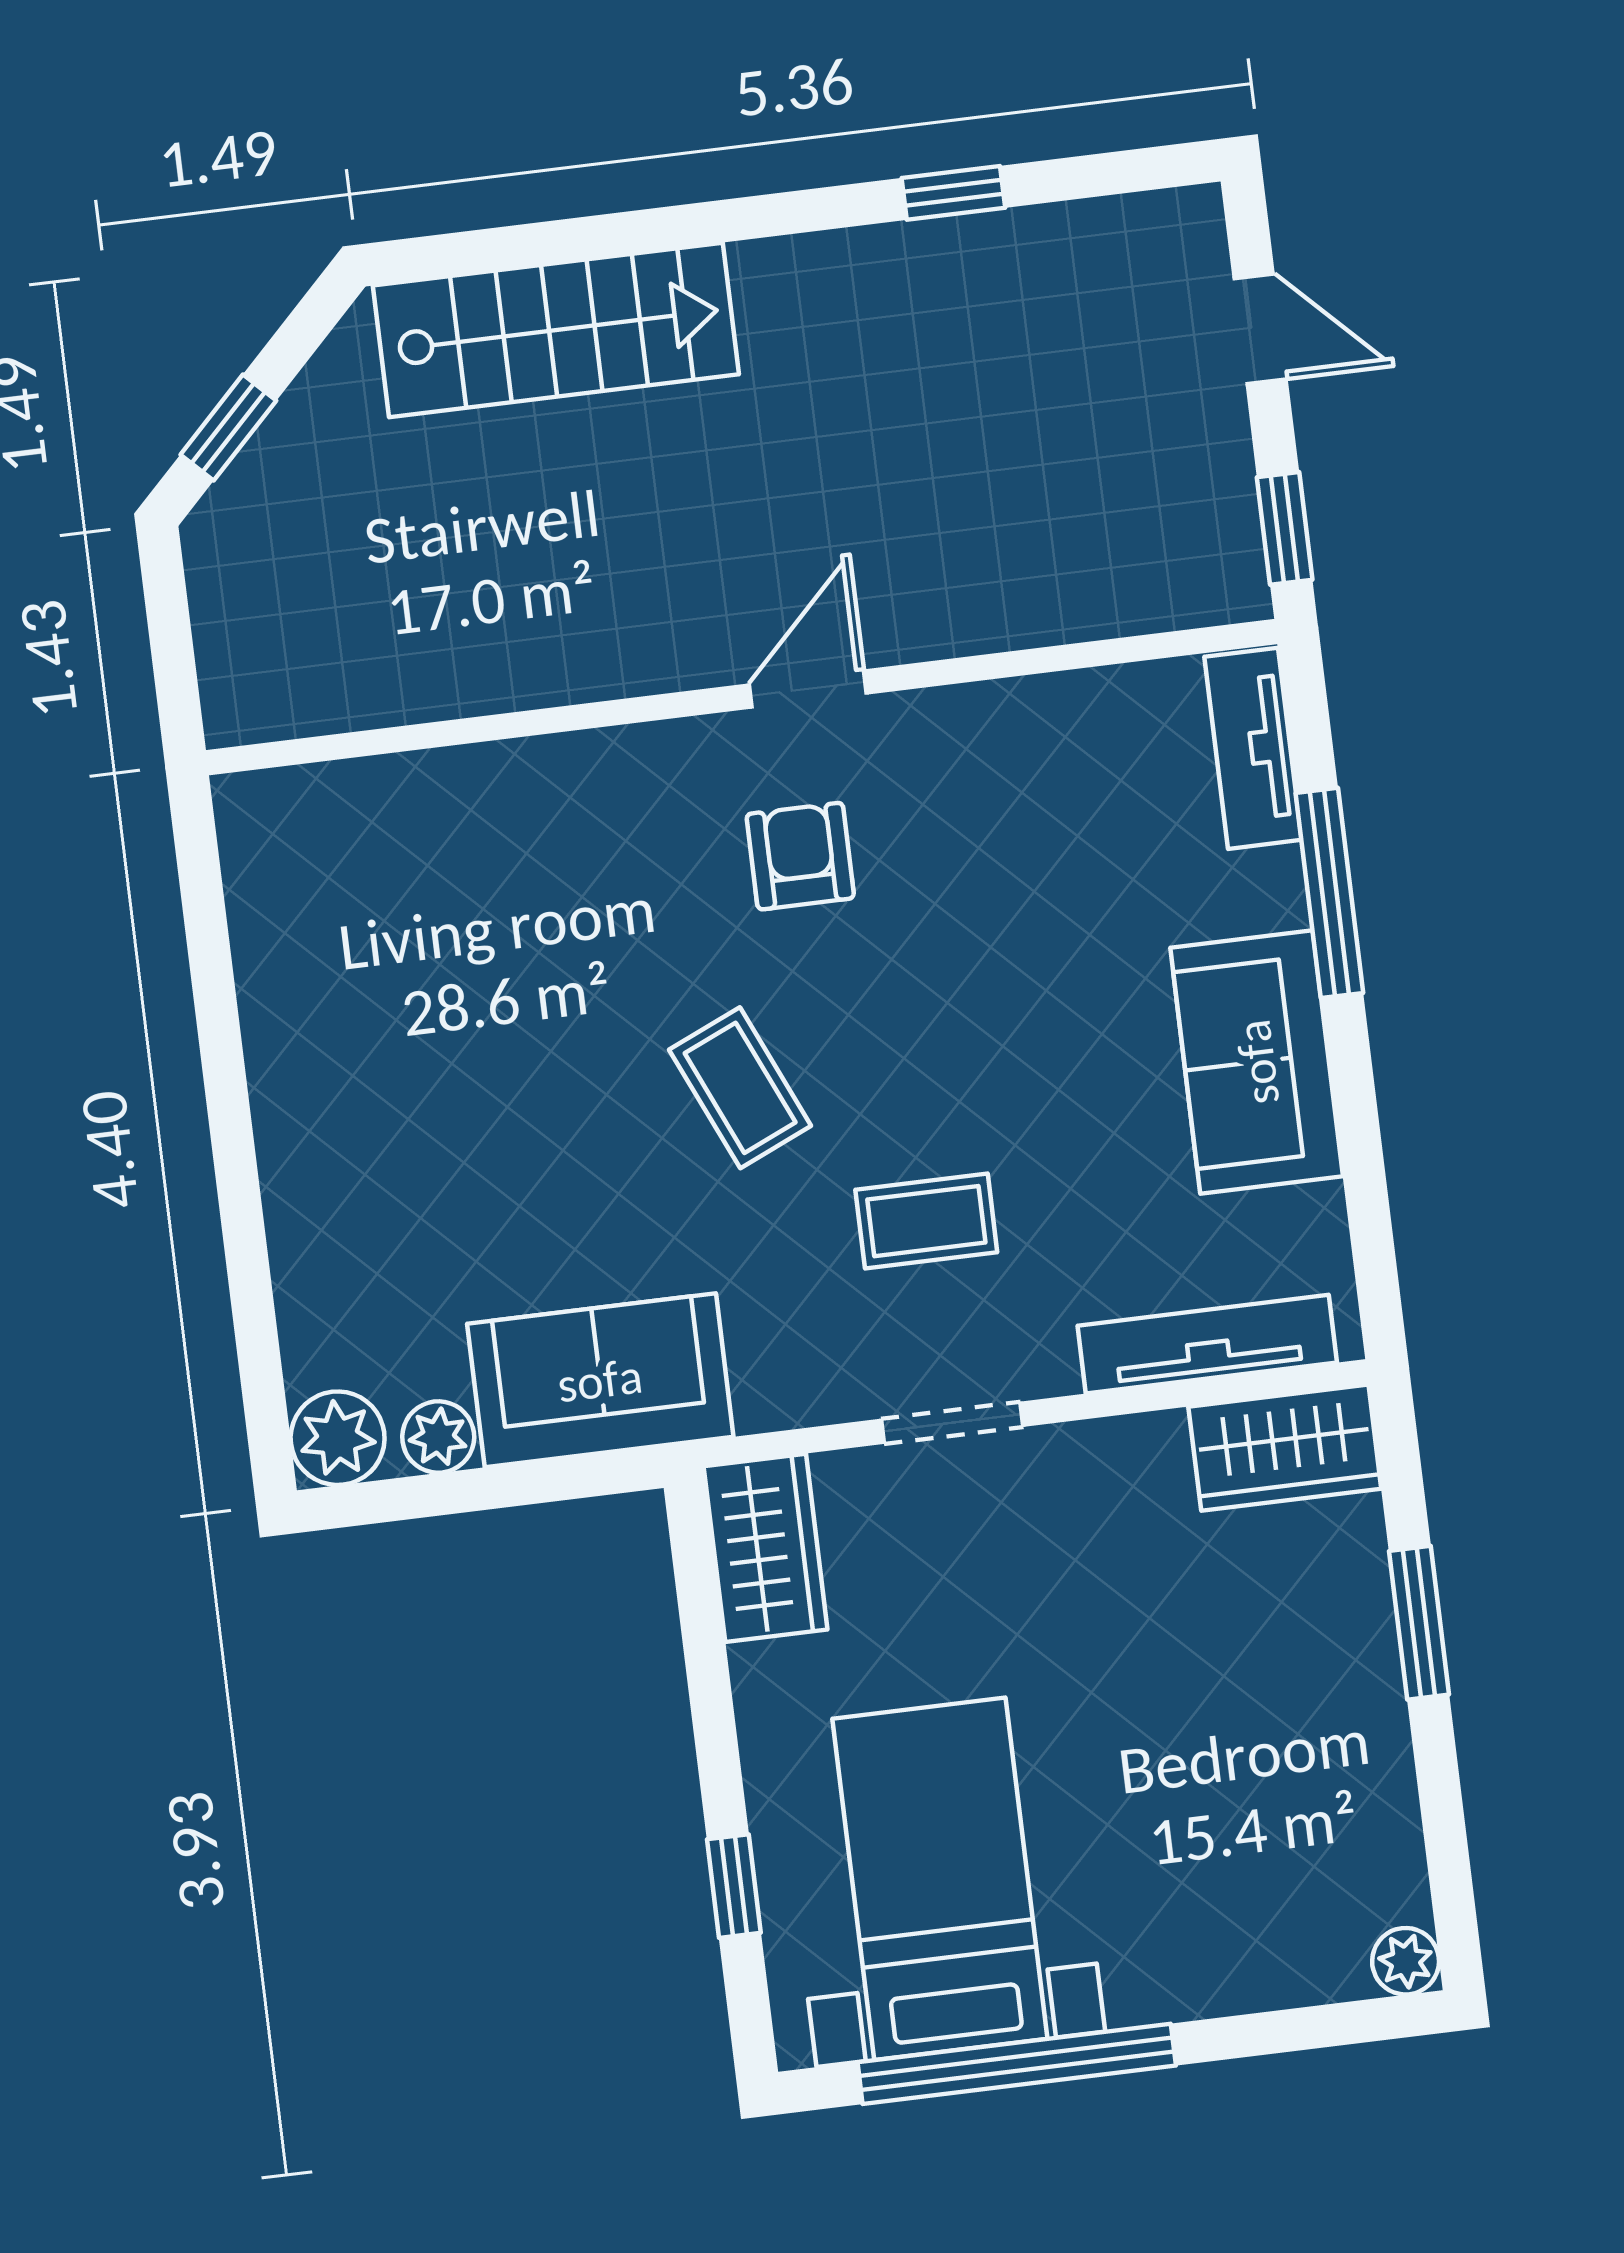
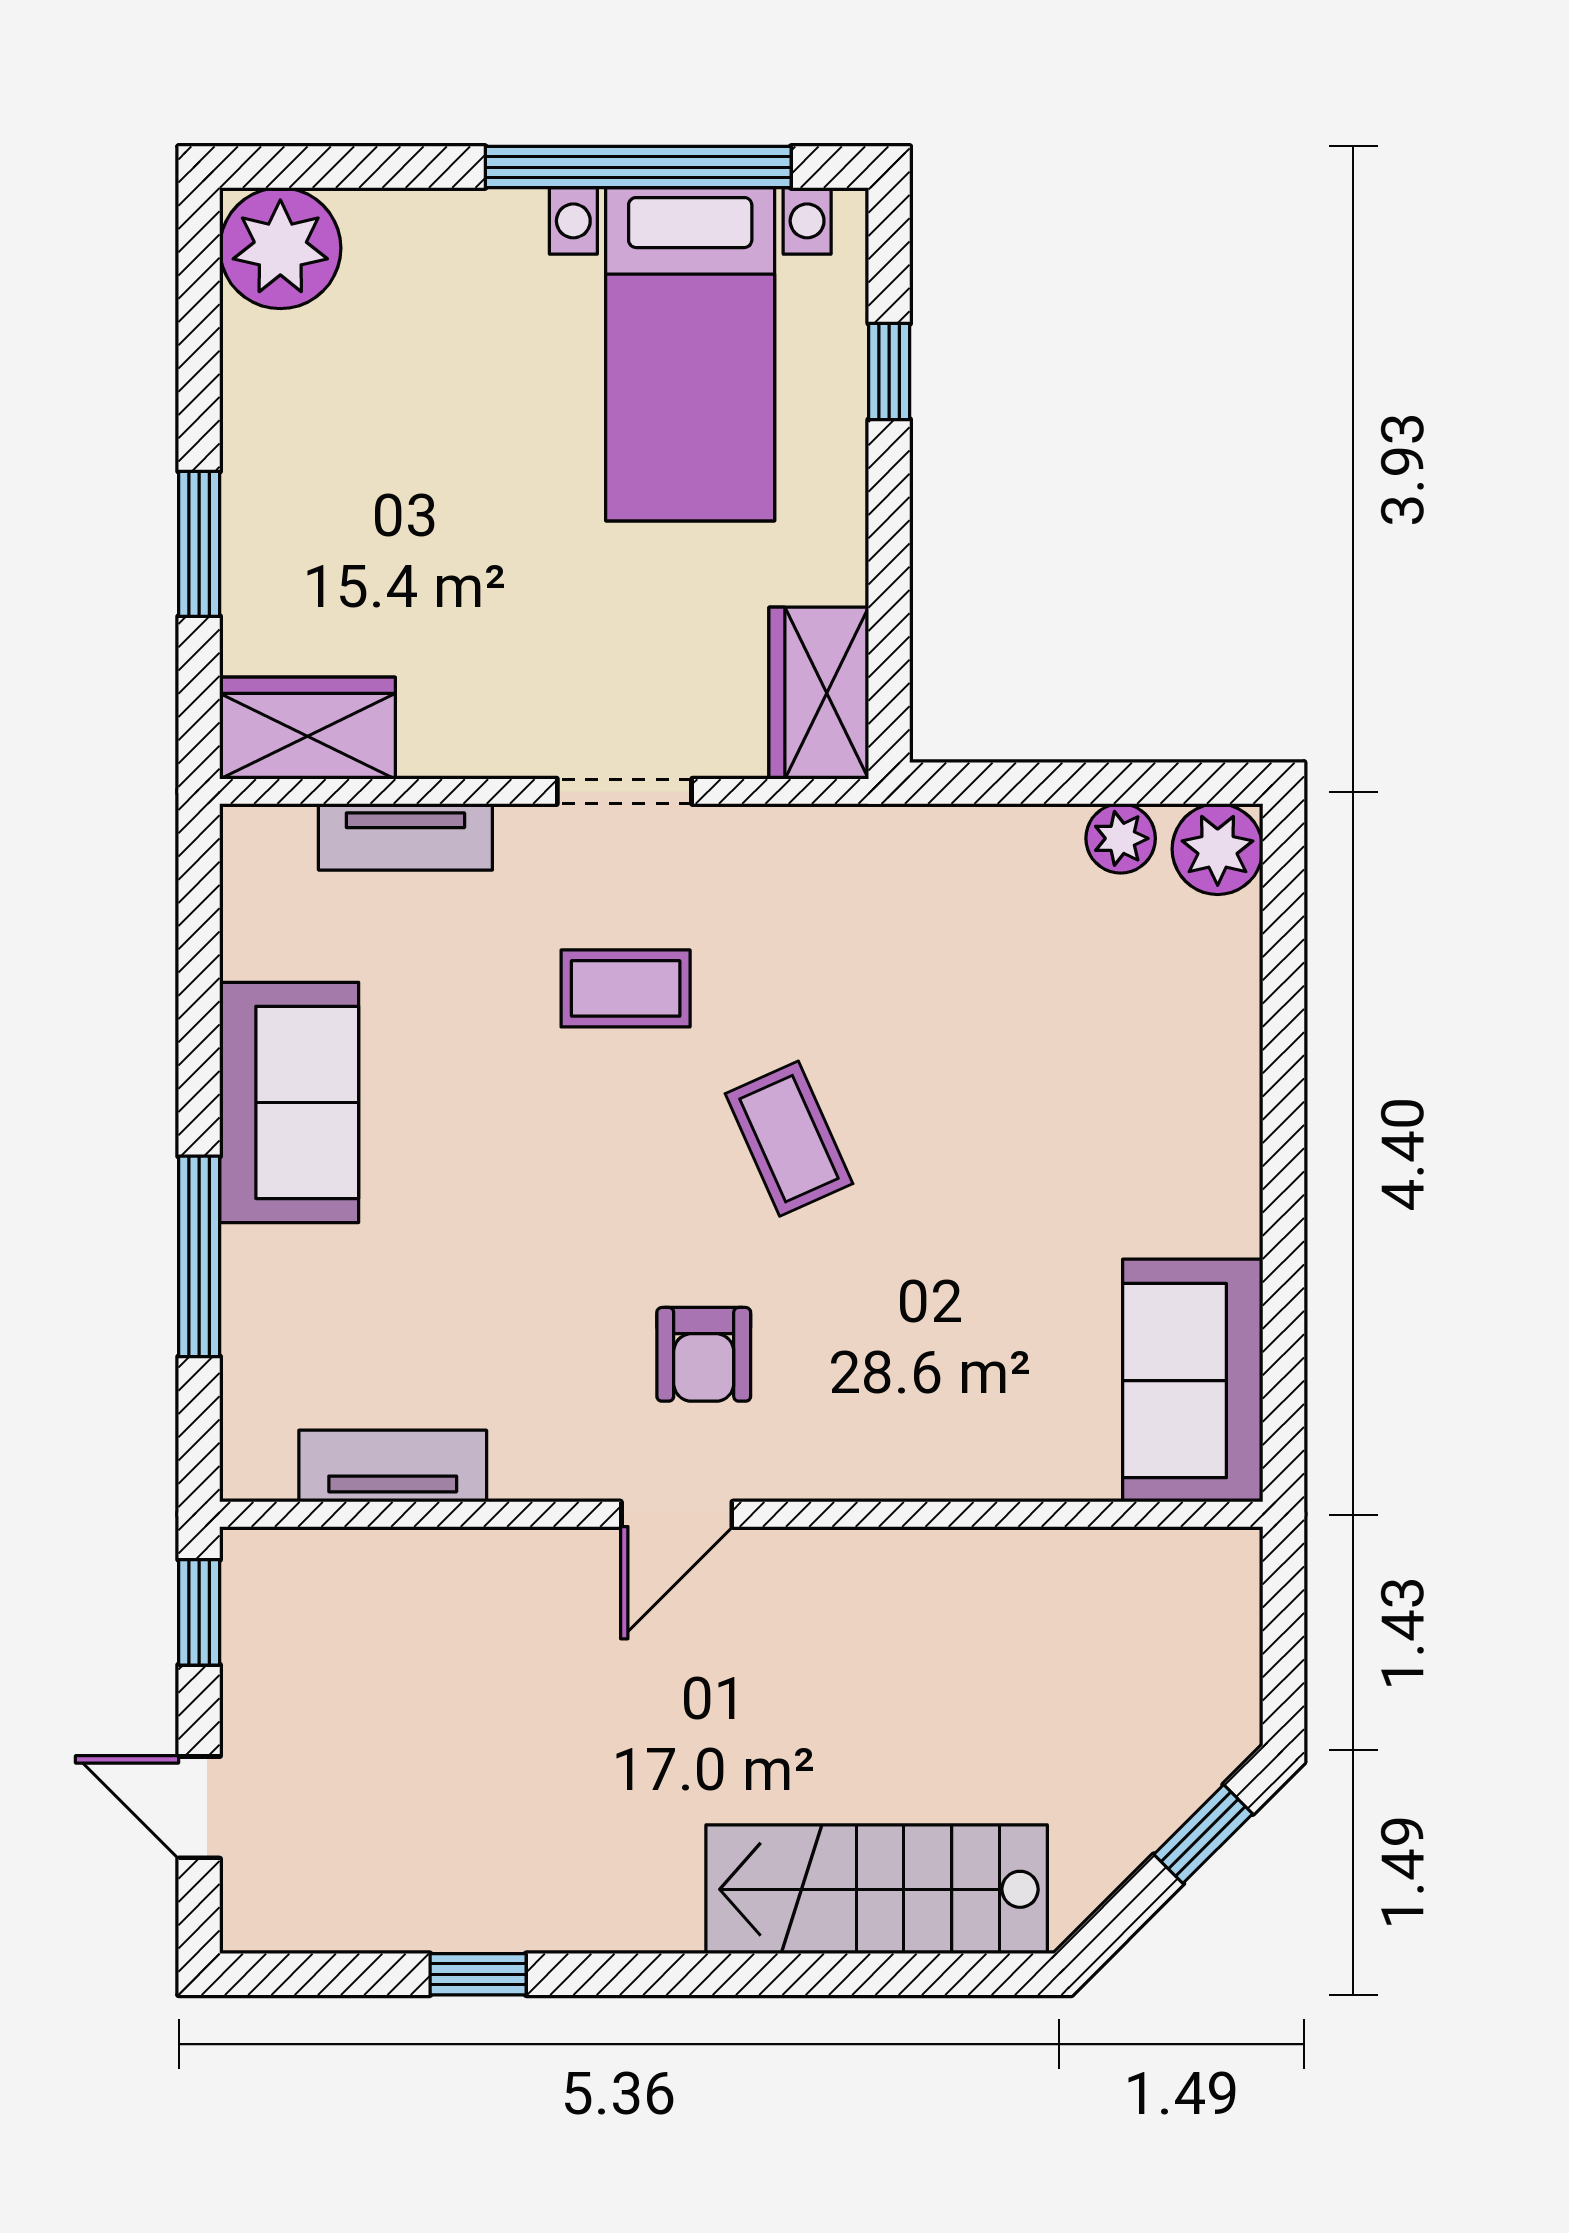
tv unit: (1253, 748) -> (393, 1466), moved, turned -90
tv unit: (1207, 1344) -> (405, 837), width x0.71
sofa: (600, 1380) -> (1193, 1381), moved, turned 90
plant: (1406, 1961) -> (280, 248), width x1.87, depth x1.87

